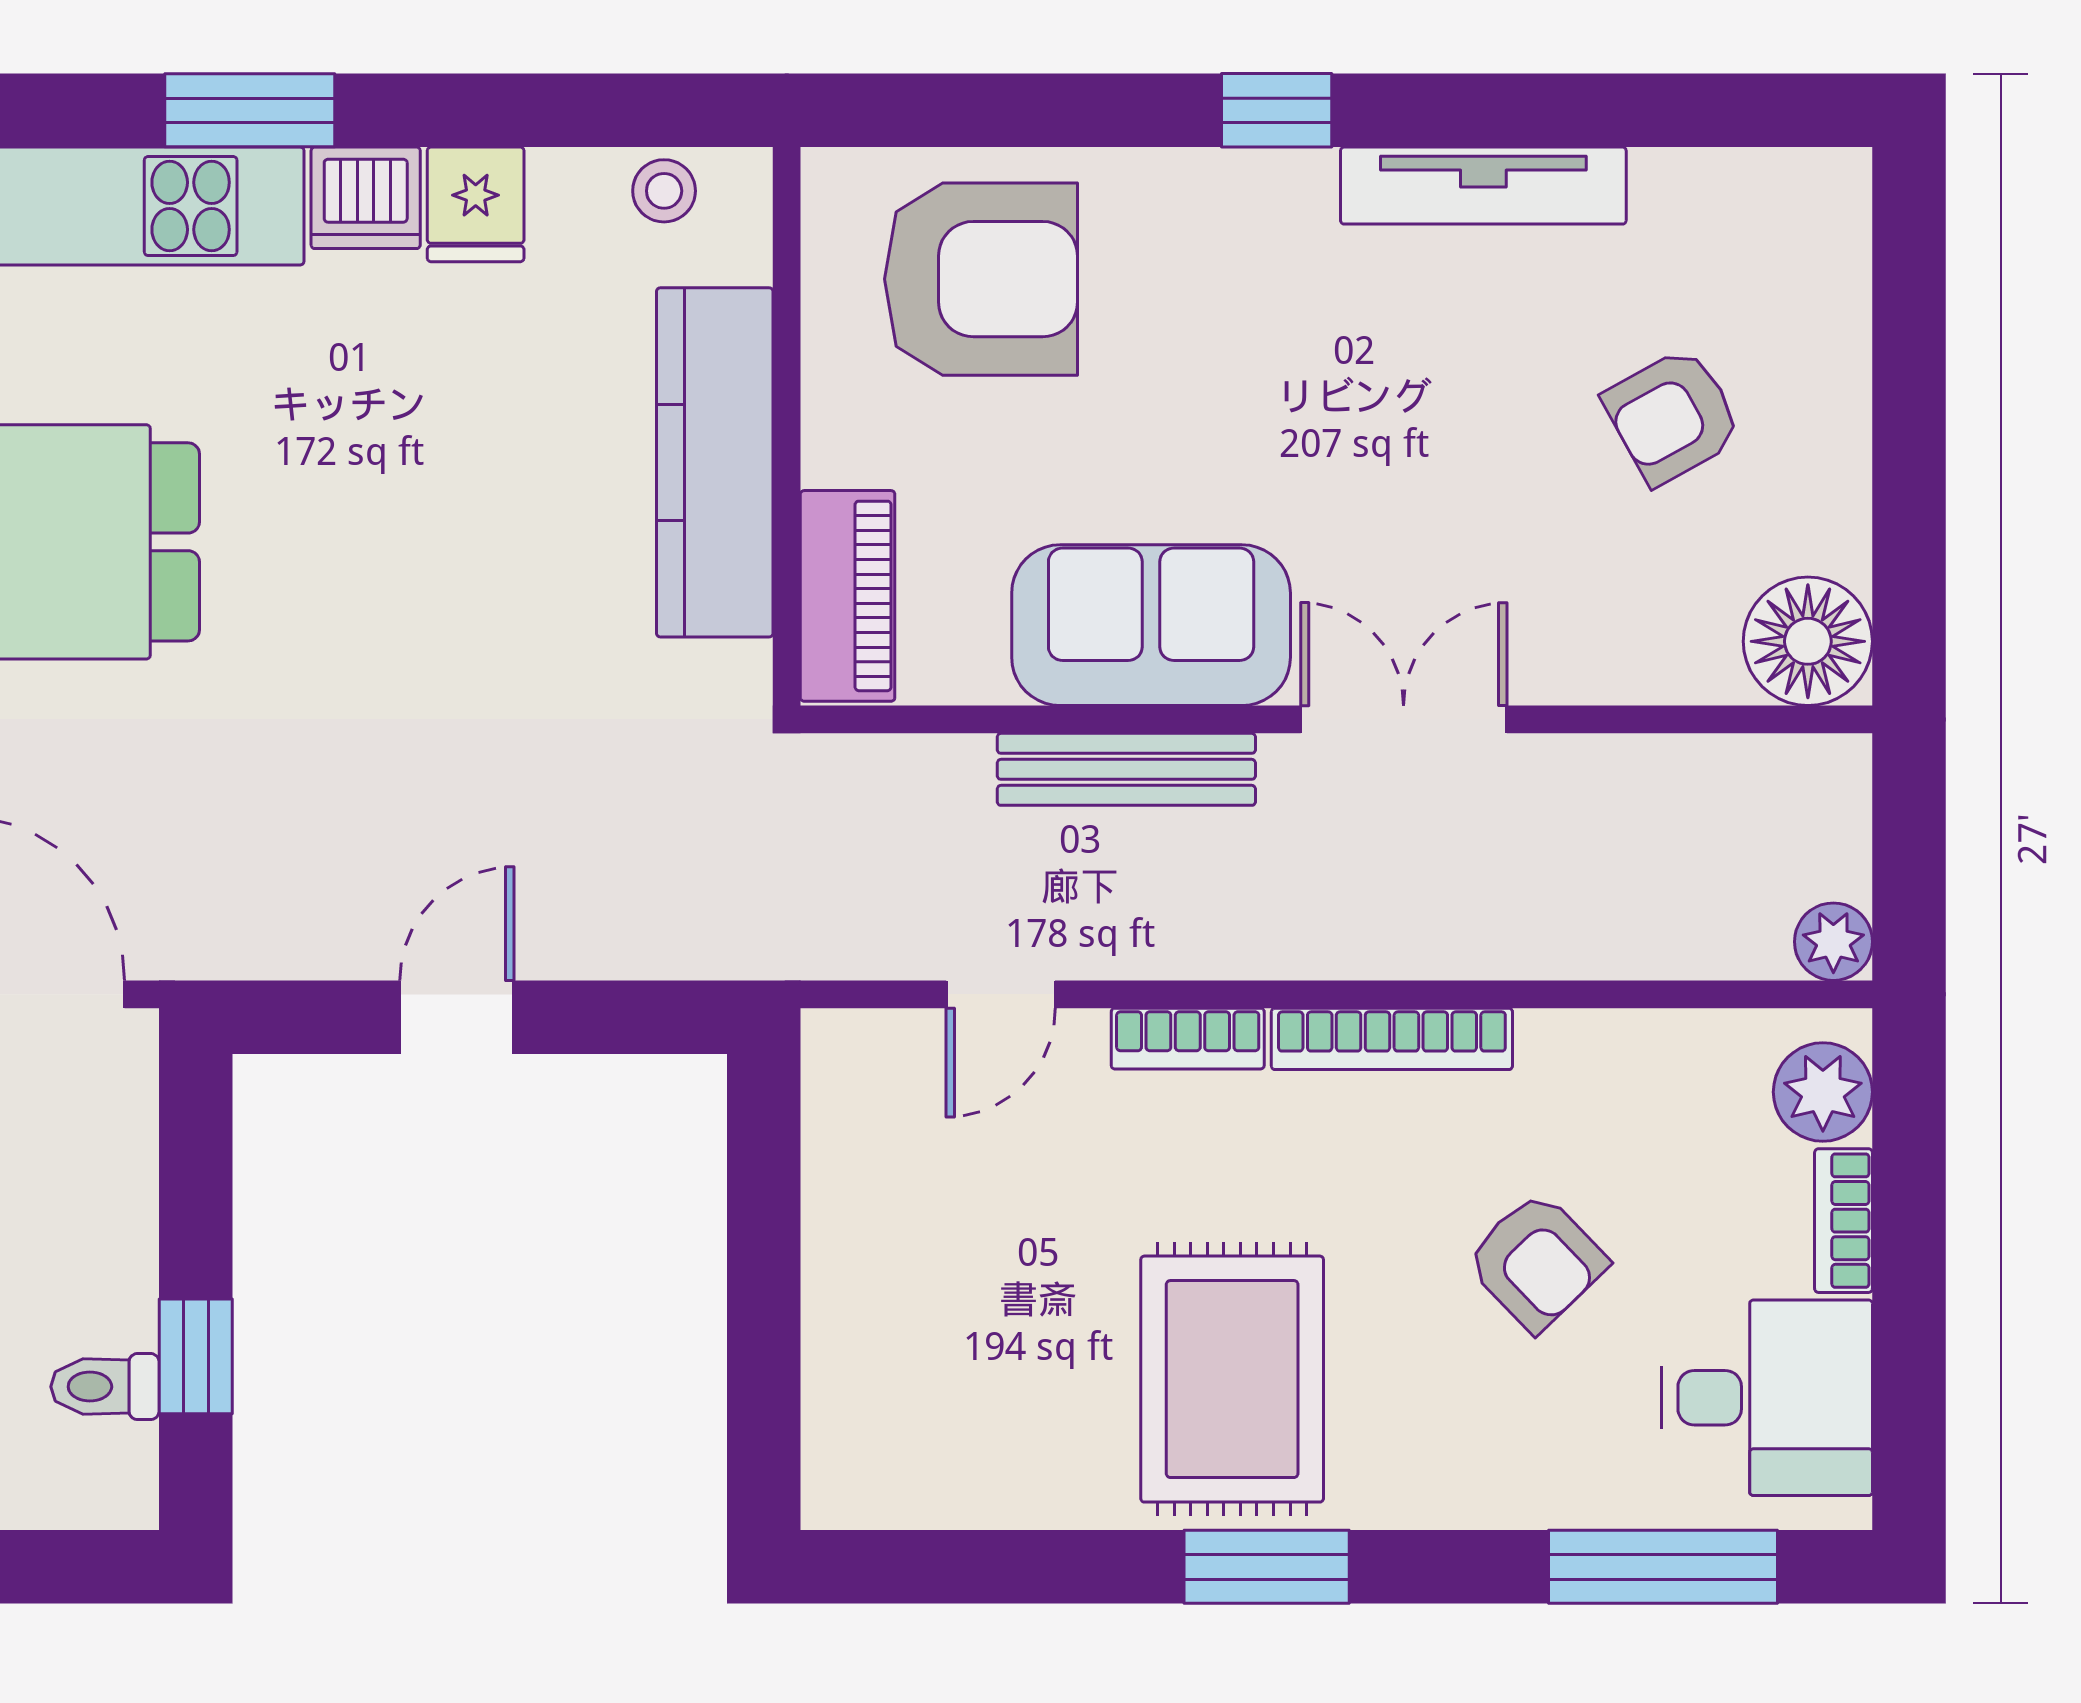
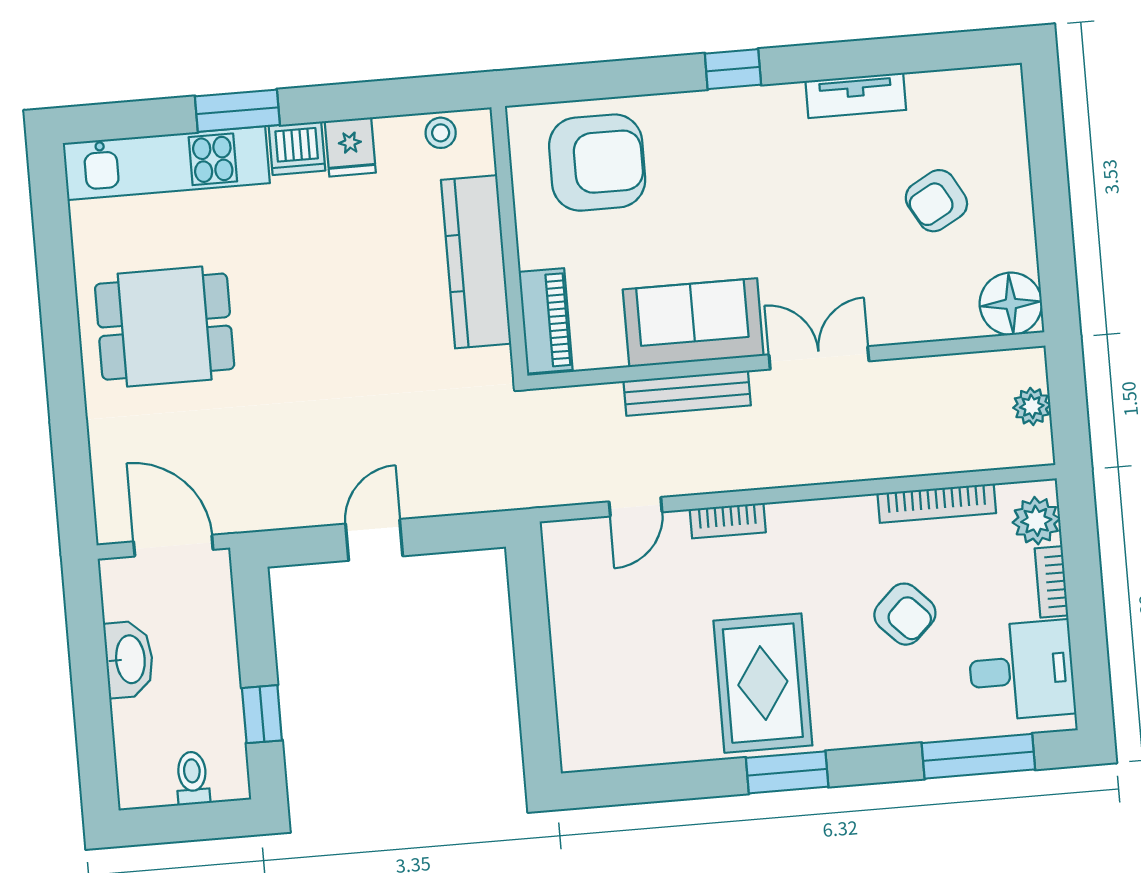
tv unit: (1483, 186) -> (856, 95), width x0.71
plant: (1833, 942) -> (1032, 406), moved
bookcase: (1392, 1039) -> (937, 503), moved
toilet: (105, 1387) -> (192, 778), moved, turned 90

